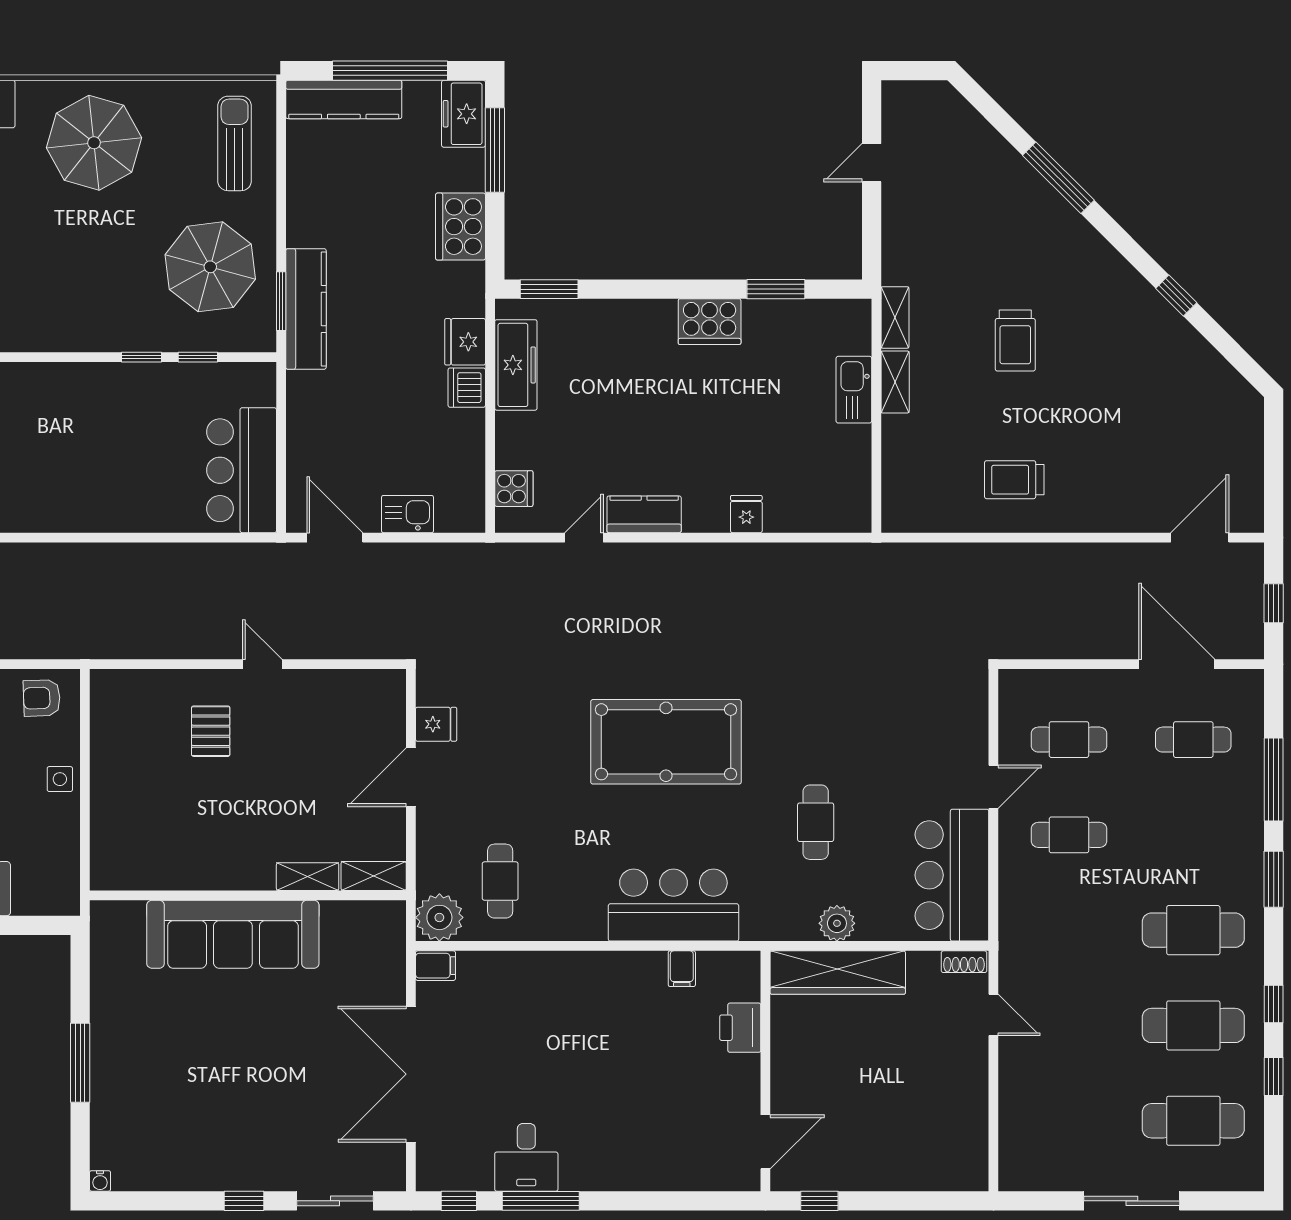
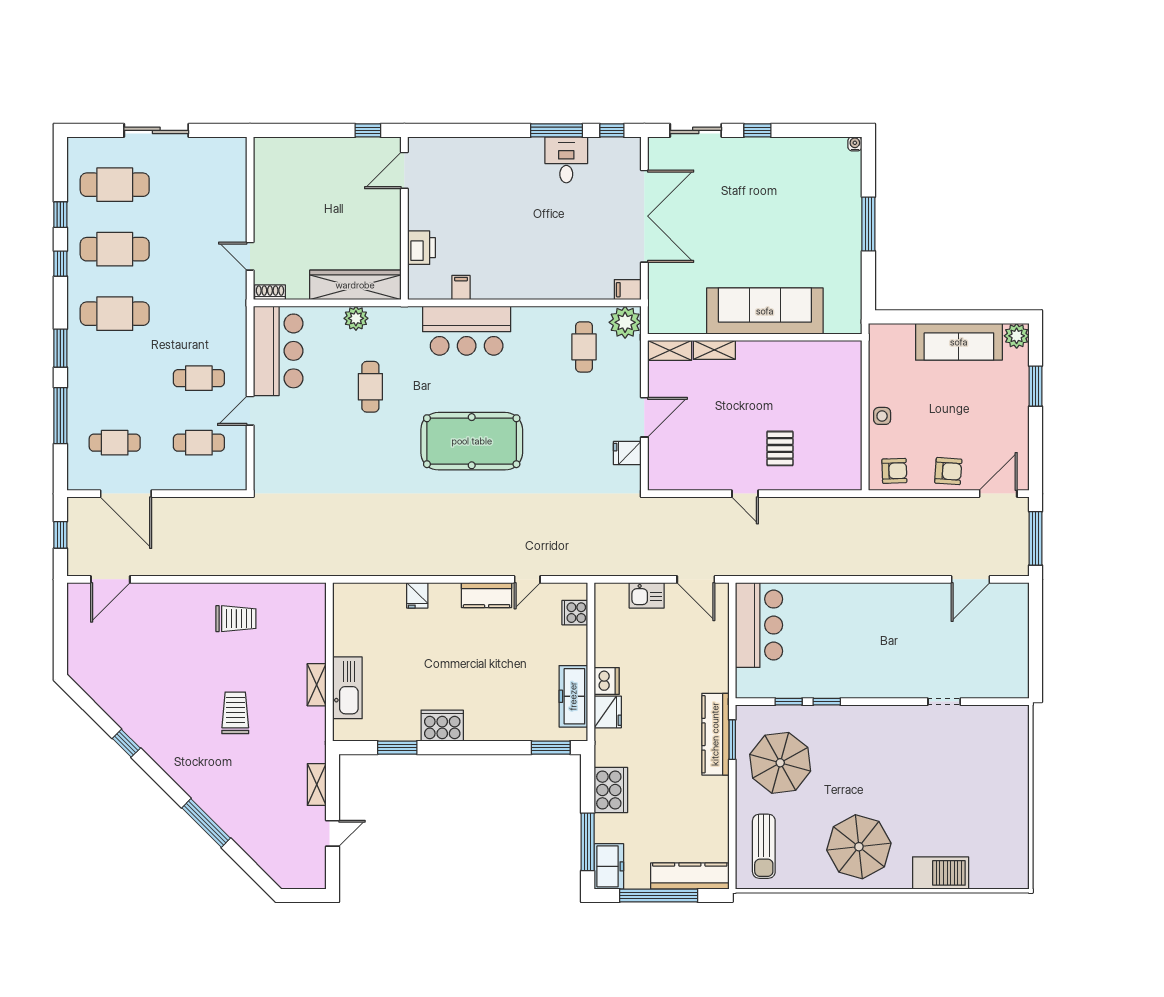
shelving: (895, 317) -> (317, 785), moved
kitchen sink: (854, 390) -> (347, 688), width x1.36, depth x1.24

